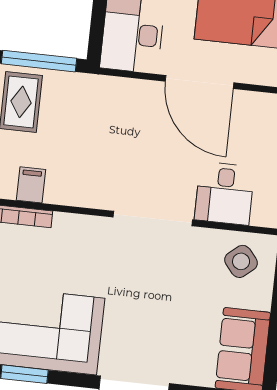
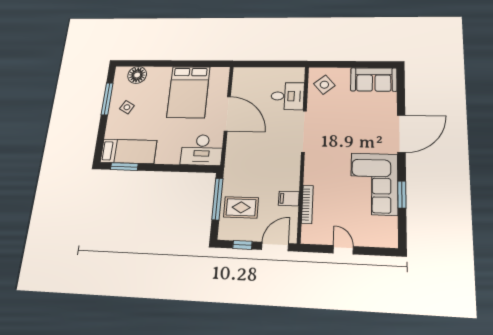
door: (199, 82) -> (227, 114), hinge flipped

